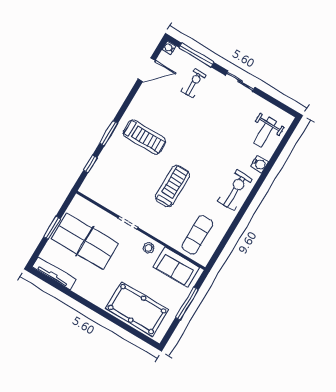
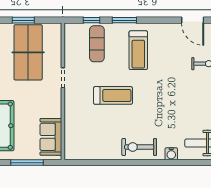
exercise bike: (235, 190) -> (139, 147), turned 180
exercise mat: (197, 235) -> (97, 44), moved, turned 90
stool: (149, 248) -> (53, 106), removed

